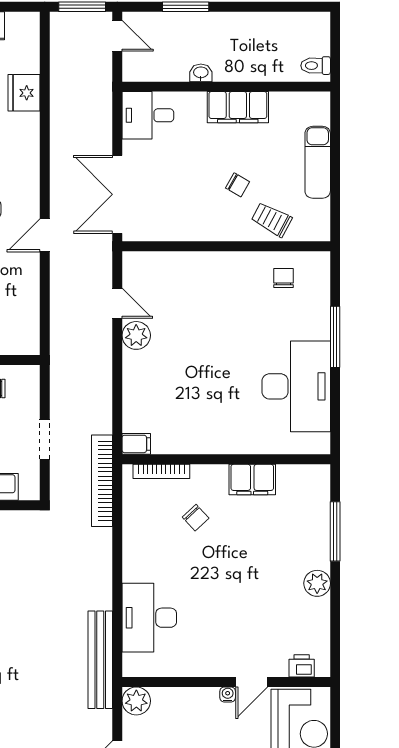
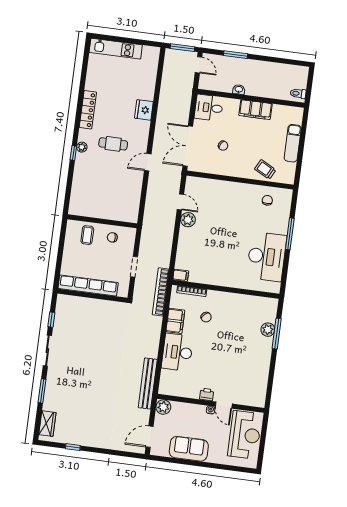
fridge: (24, 93) -> (144, 110), moved
chair: (237, 185) -> (223, 146), moved
filing cabinet: (252, 480) -> (175, 321), moved, turned -90
plant: (317, 583) -> (268, 330), moved
desk: (149, 618) -> (177, 352), moved
printer: (302, 666) -> (207, 394), moved
door: (252, 682) -> (224, 405), hinge flipped

